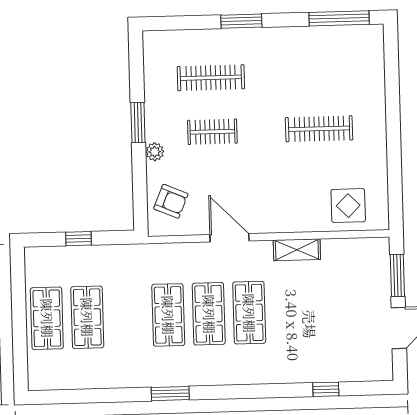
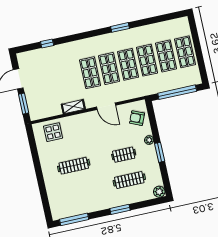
plant: (154, 42) -> (159, 192), added
window: (78, 239) -> (177, 92), width x3.17
shop shelf: (128, 316) -> (147, 60), added

